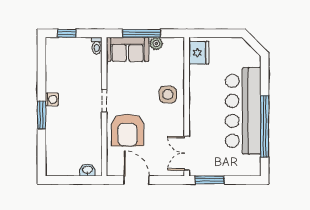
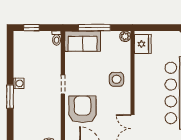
plant: (156, 44) -> (125, 36), moved
armchair: (127, 130) -> (83, 109), turned 180

